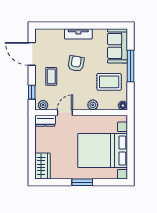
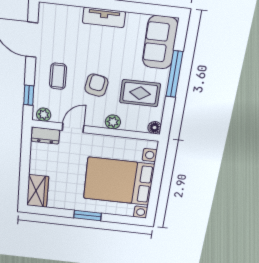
armchair: (76, 64) -> (96, 85), moved

